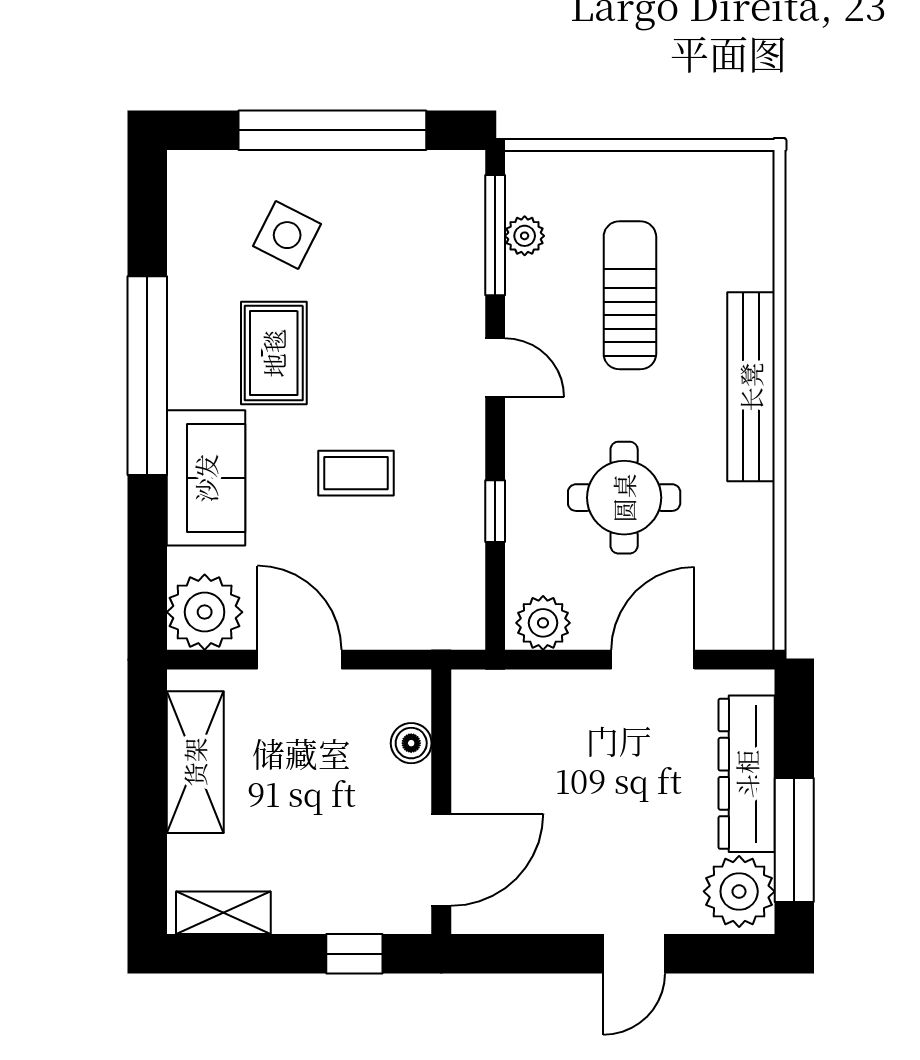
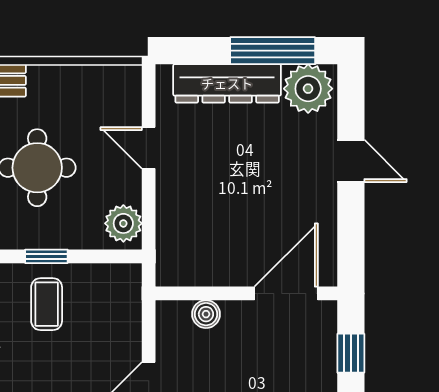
coffee table: (356, 473) -> (47, 304), moved
door: (653, 660) -> (149, 148), width x0.73
door: (441, 860) -> (286, 293), hinge flipped

